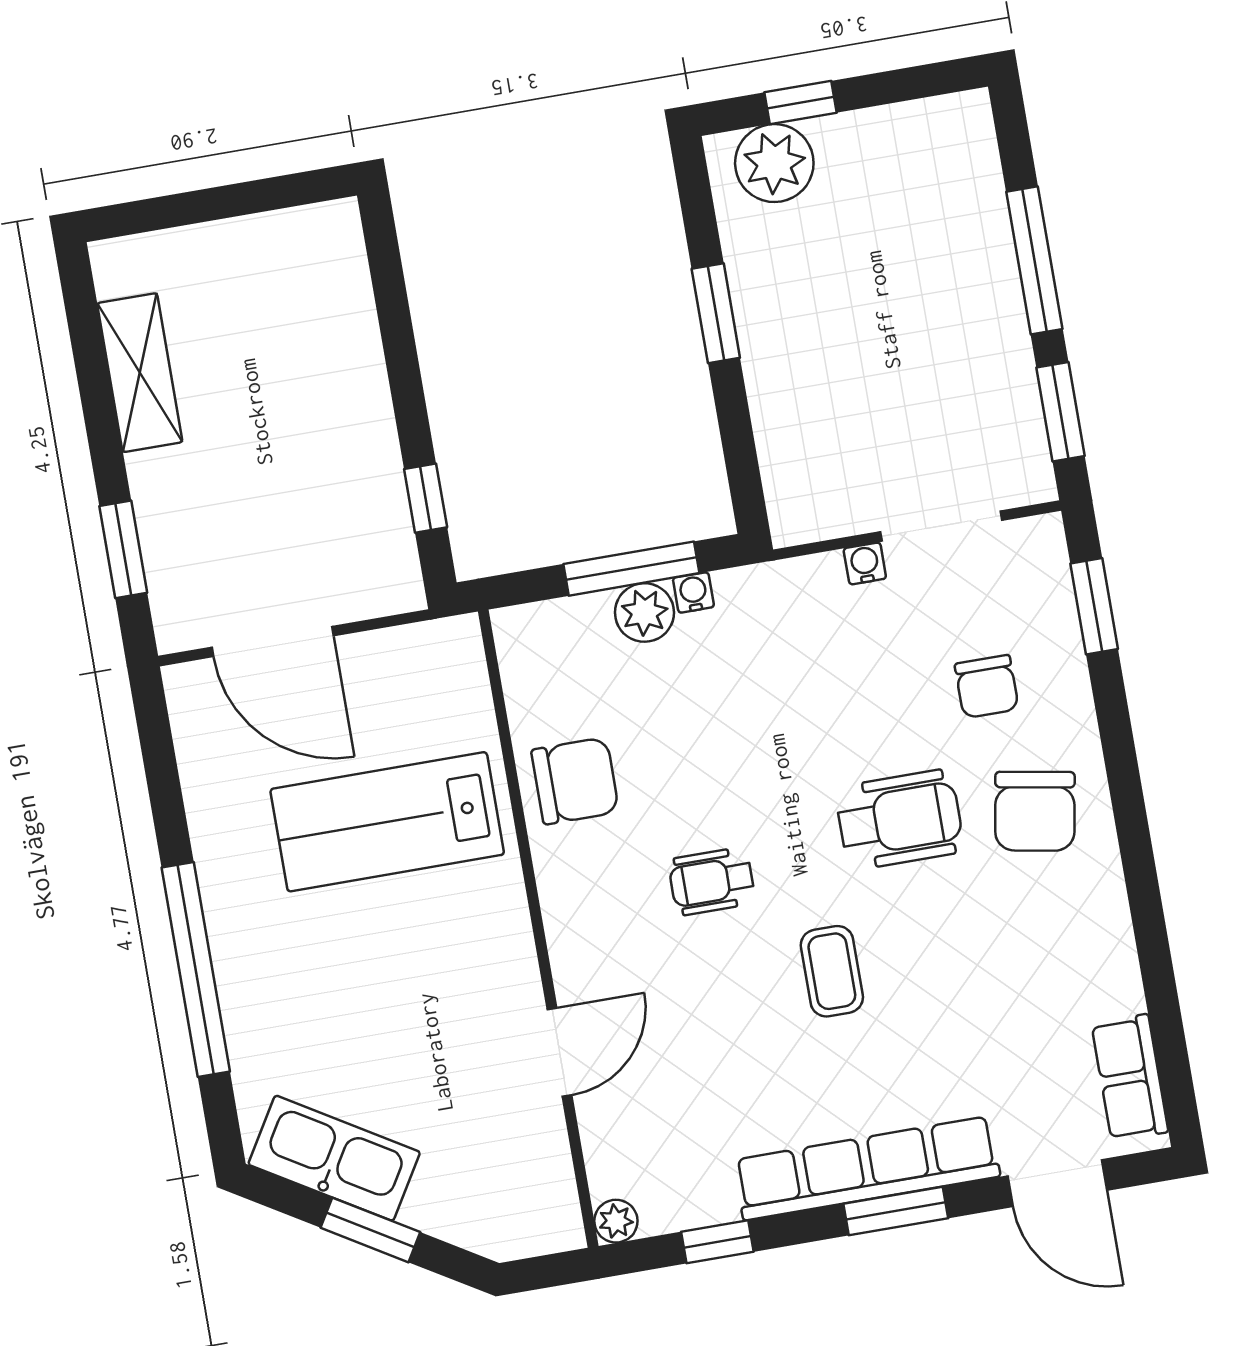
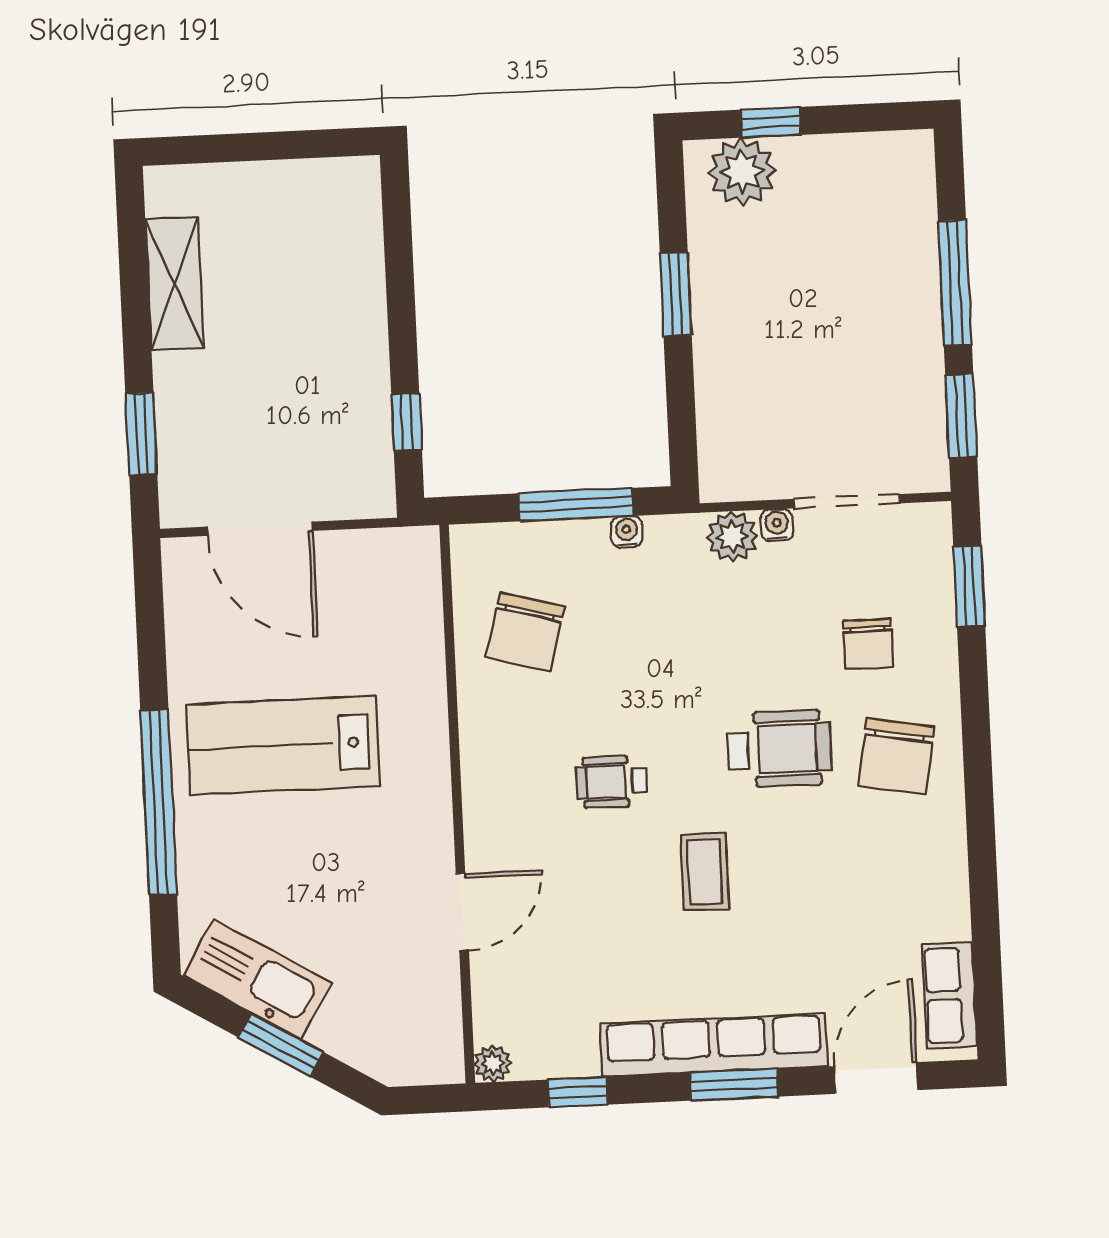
plant: (644, 613) -> (732, 537), moved
chair: (575, 781) -> (525, 632), moved, turned 105
lab bench: (387, 822) -> (283, 745), moved
door: (1057, 1183) -> (876, 1078), swing flipped

